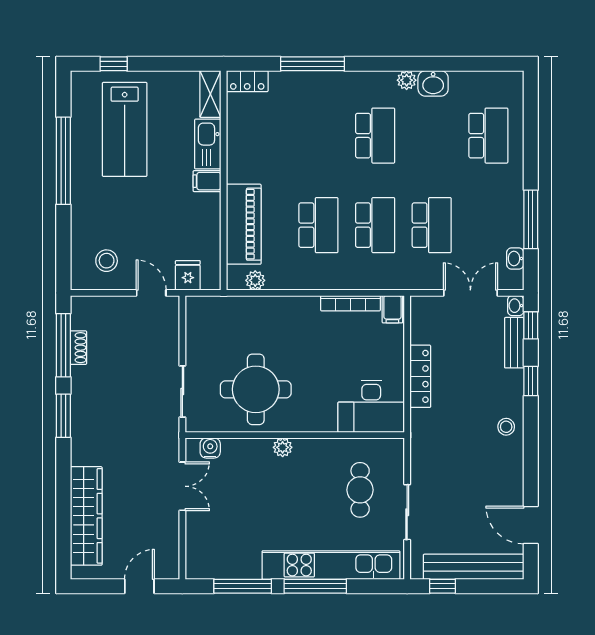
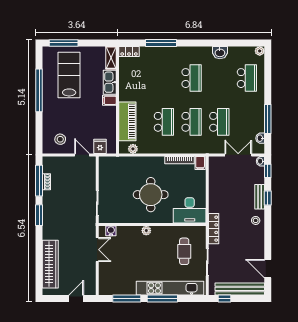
window: (114, 64) -> (64, 43), width x2.17
plant: (407, 80) -> (260, 51), moved
lab bench: (125, 129) -> (69, 75), turned 180
bench: (514, 343) -> (260, 197), moved
locker: (420, 376) -> (214, 229), moved
round table: (256, 389) -> (151, 195), moved

